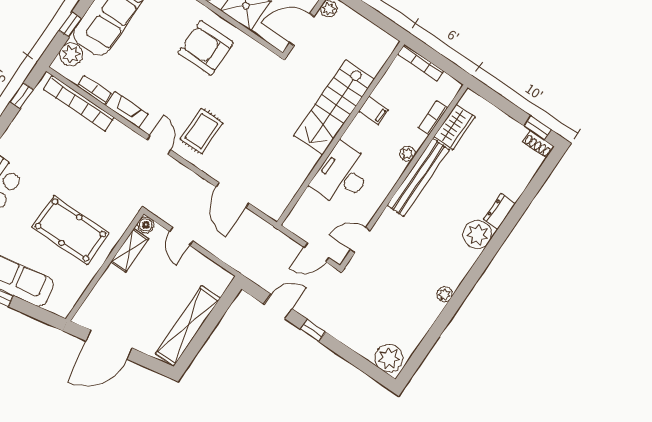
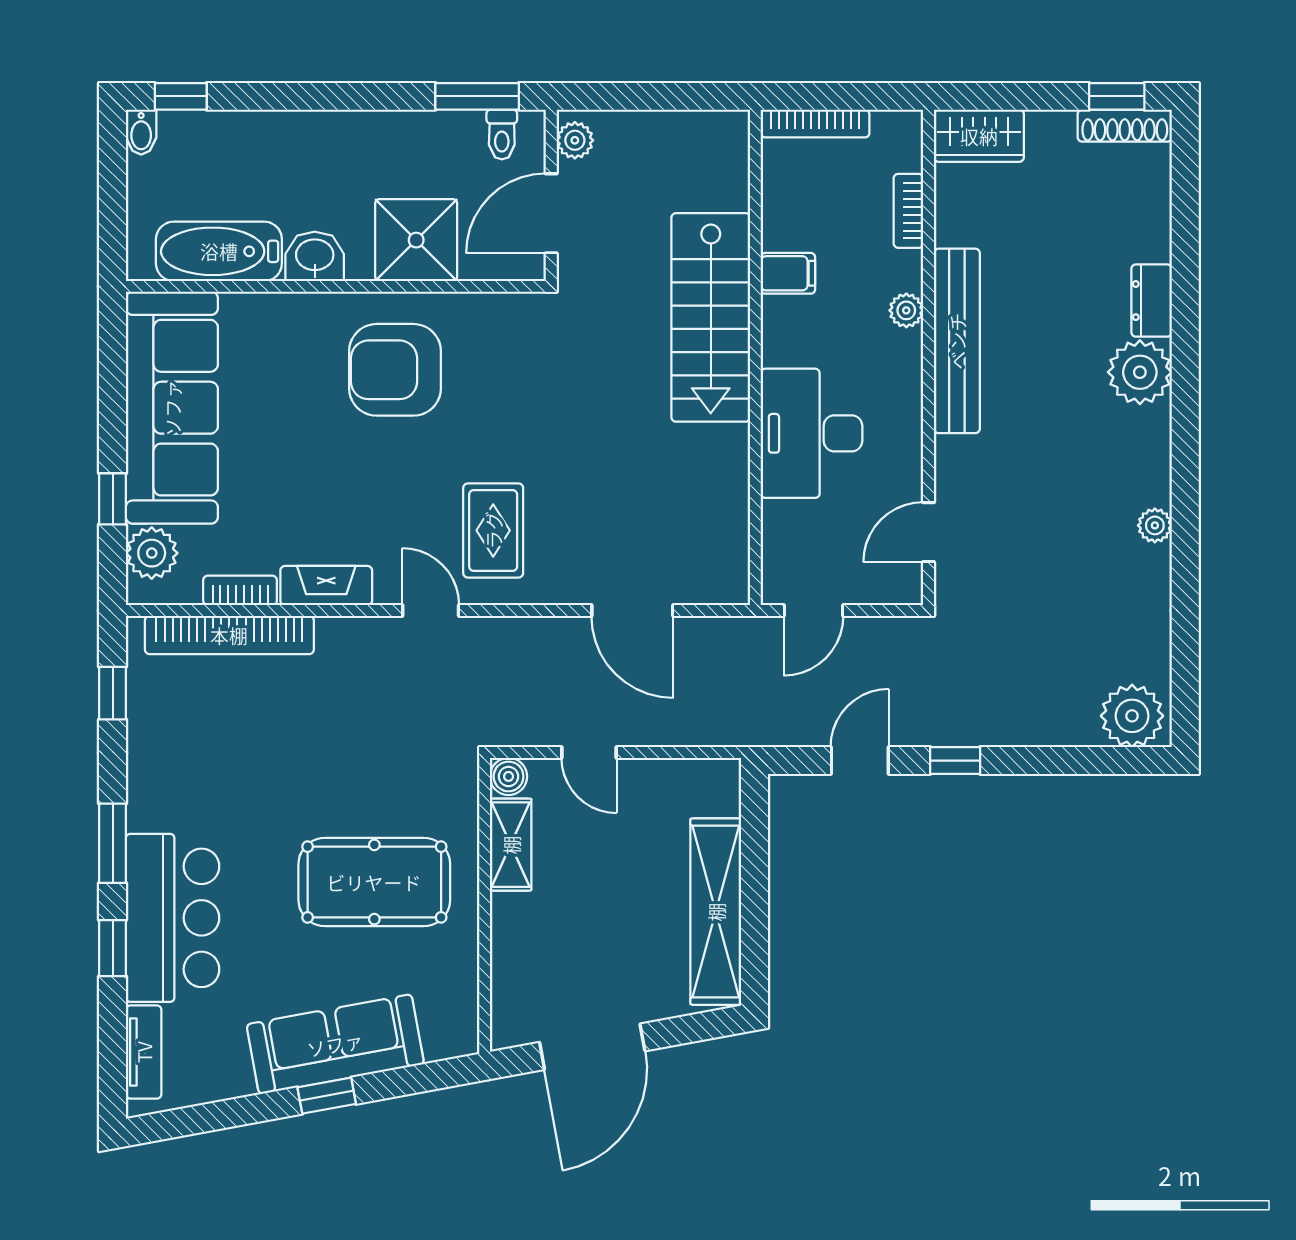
wardrobe: (455, 127) -> (979, 136), moved, turned 90
shoe rack: (538, 144) -> (1125, 126), width x1.43
door: (317, 253) -> (813, 610), moved

